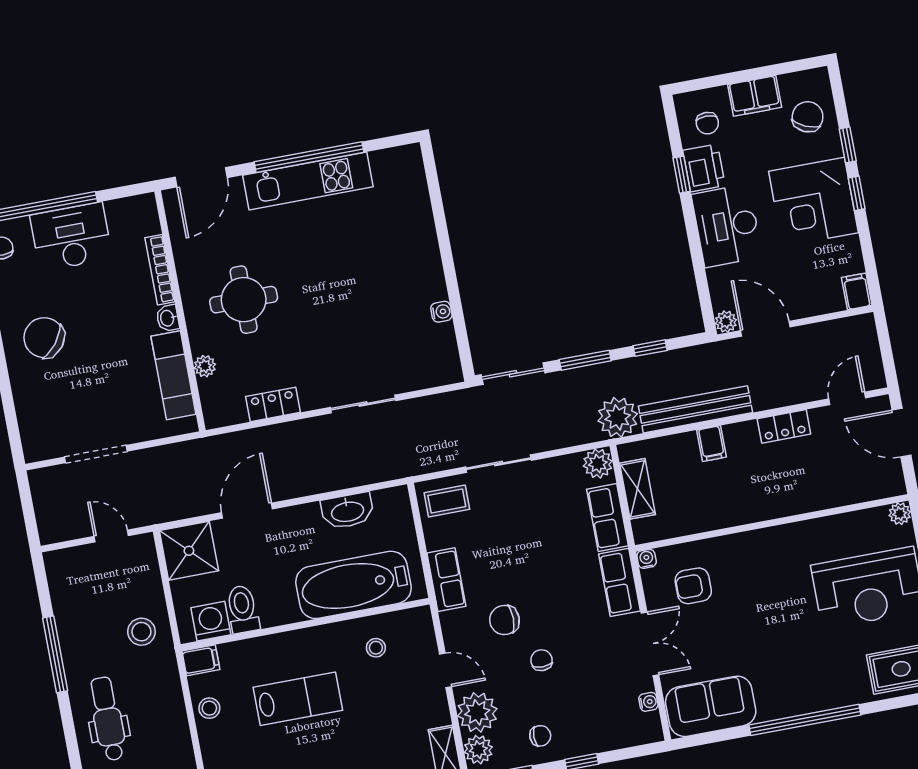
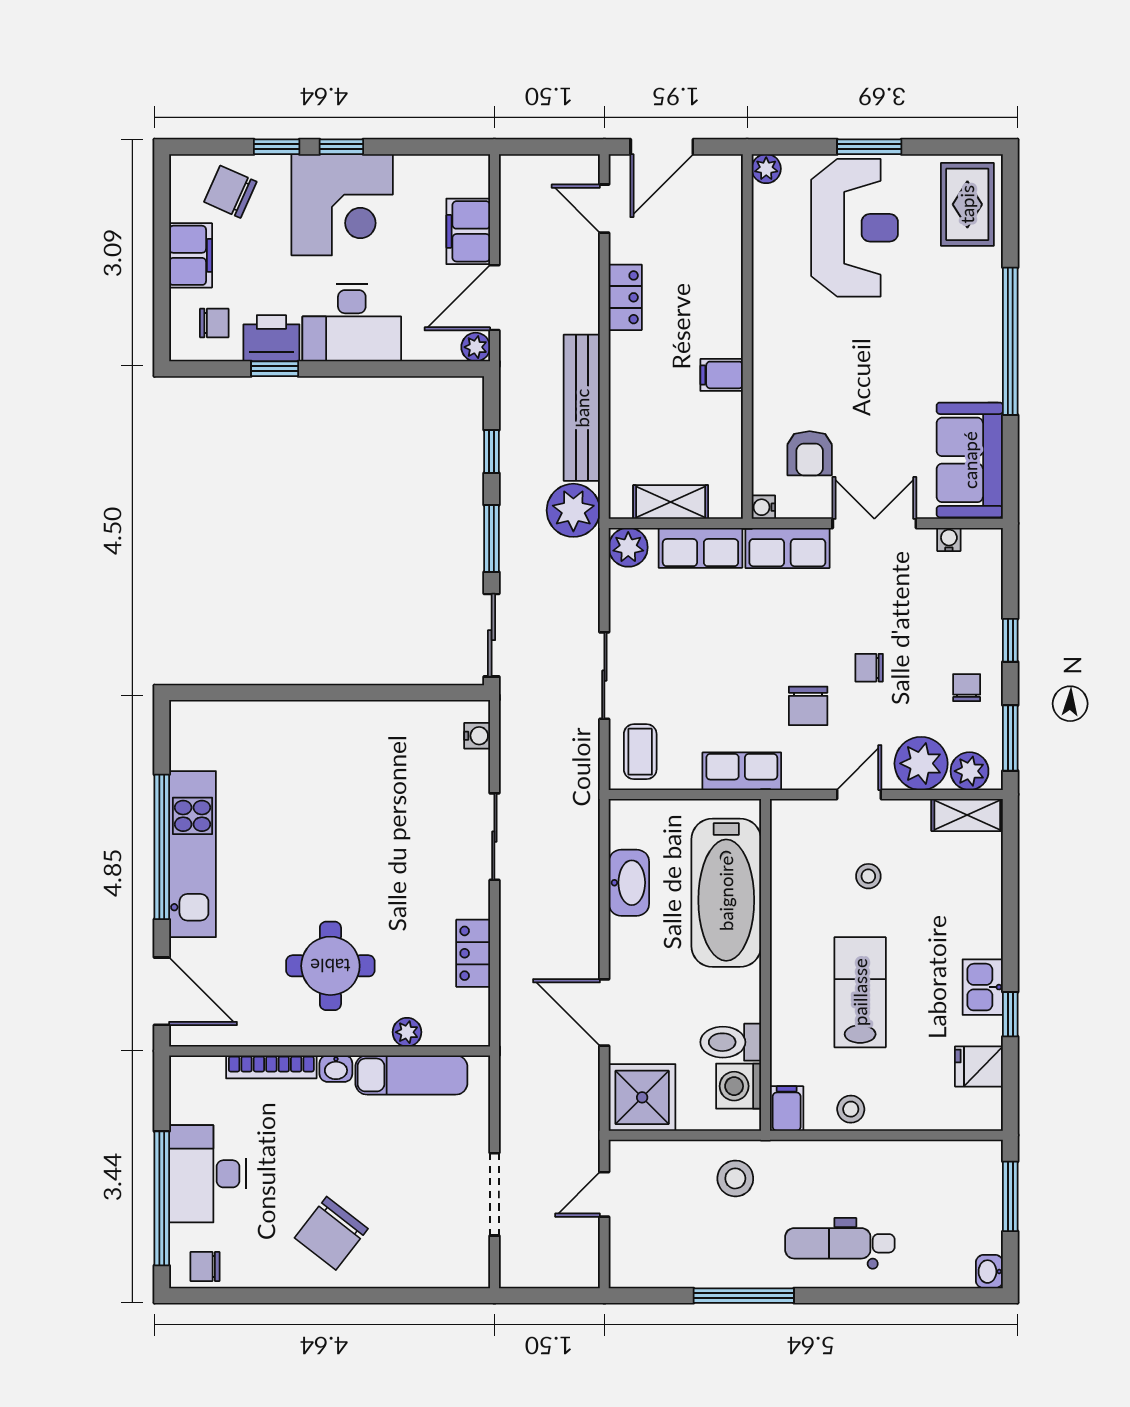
filing cabinet: (857, 291) -> (468, 231), moved, width x2.00
water cooler: (441, 312) -> (477, 736), moved, turned 90
filing cabinet: (711, 444) -> (722, 375), moved, turned 180
stool: (376, 648) -> (868, 876), moved

